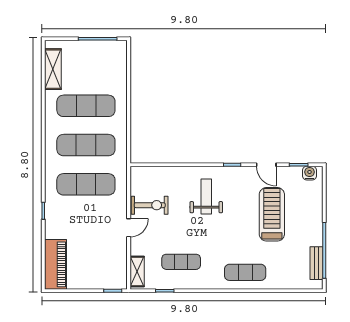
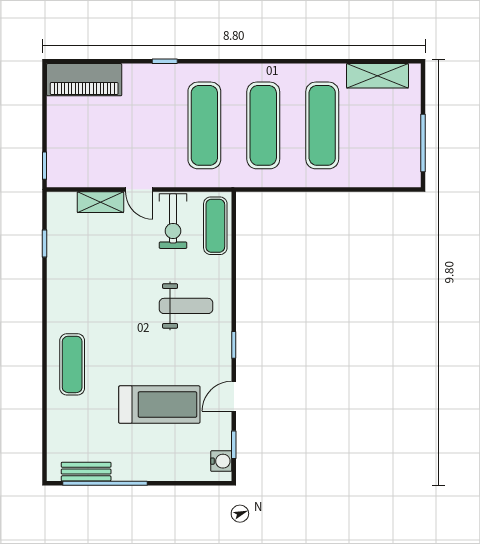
exercise mat: (181, 262) -> (215, 226), moved
shelving: (137, 272) -> (100, 202), moved

